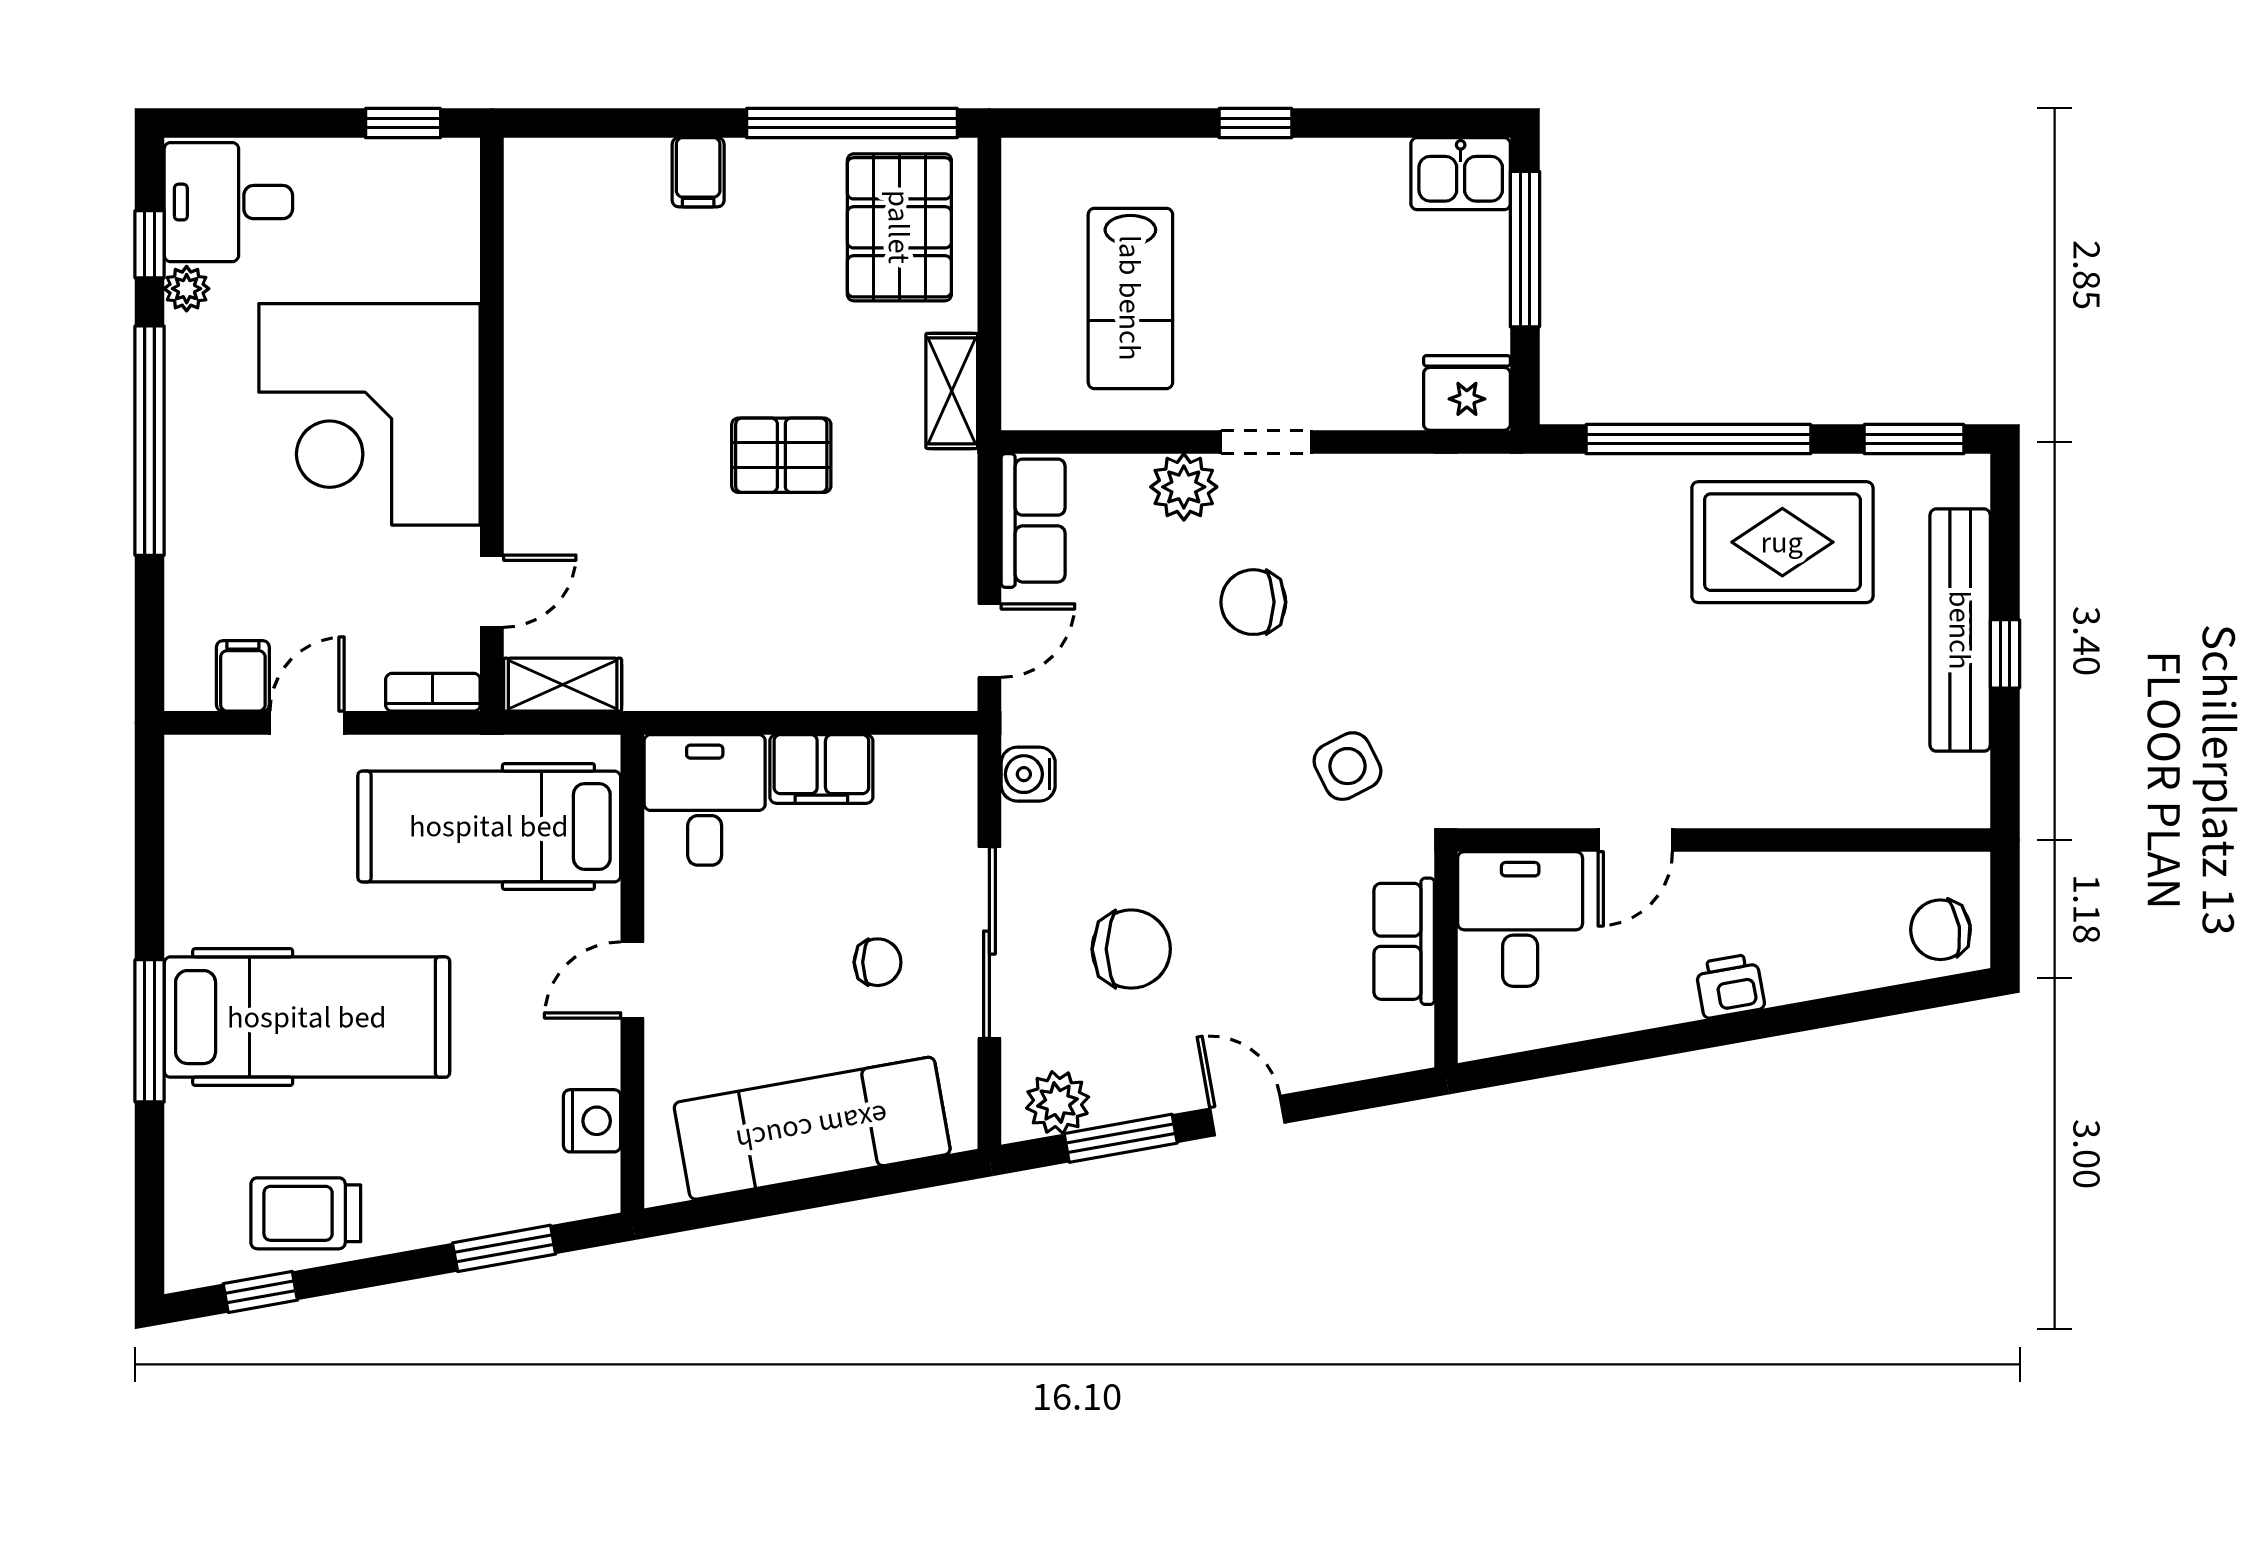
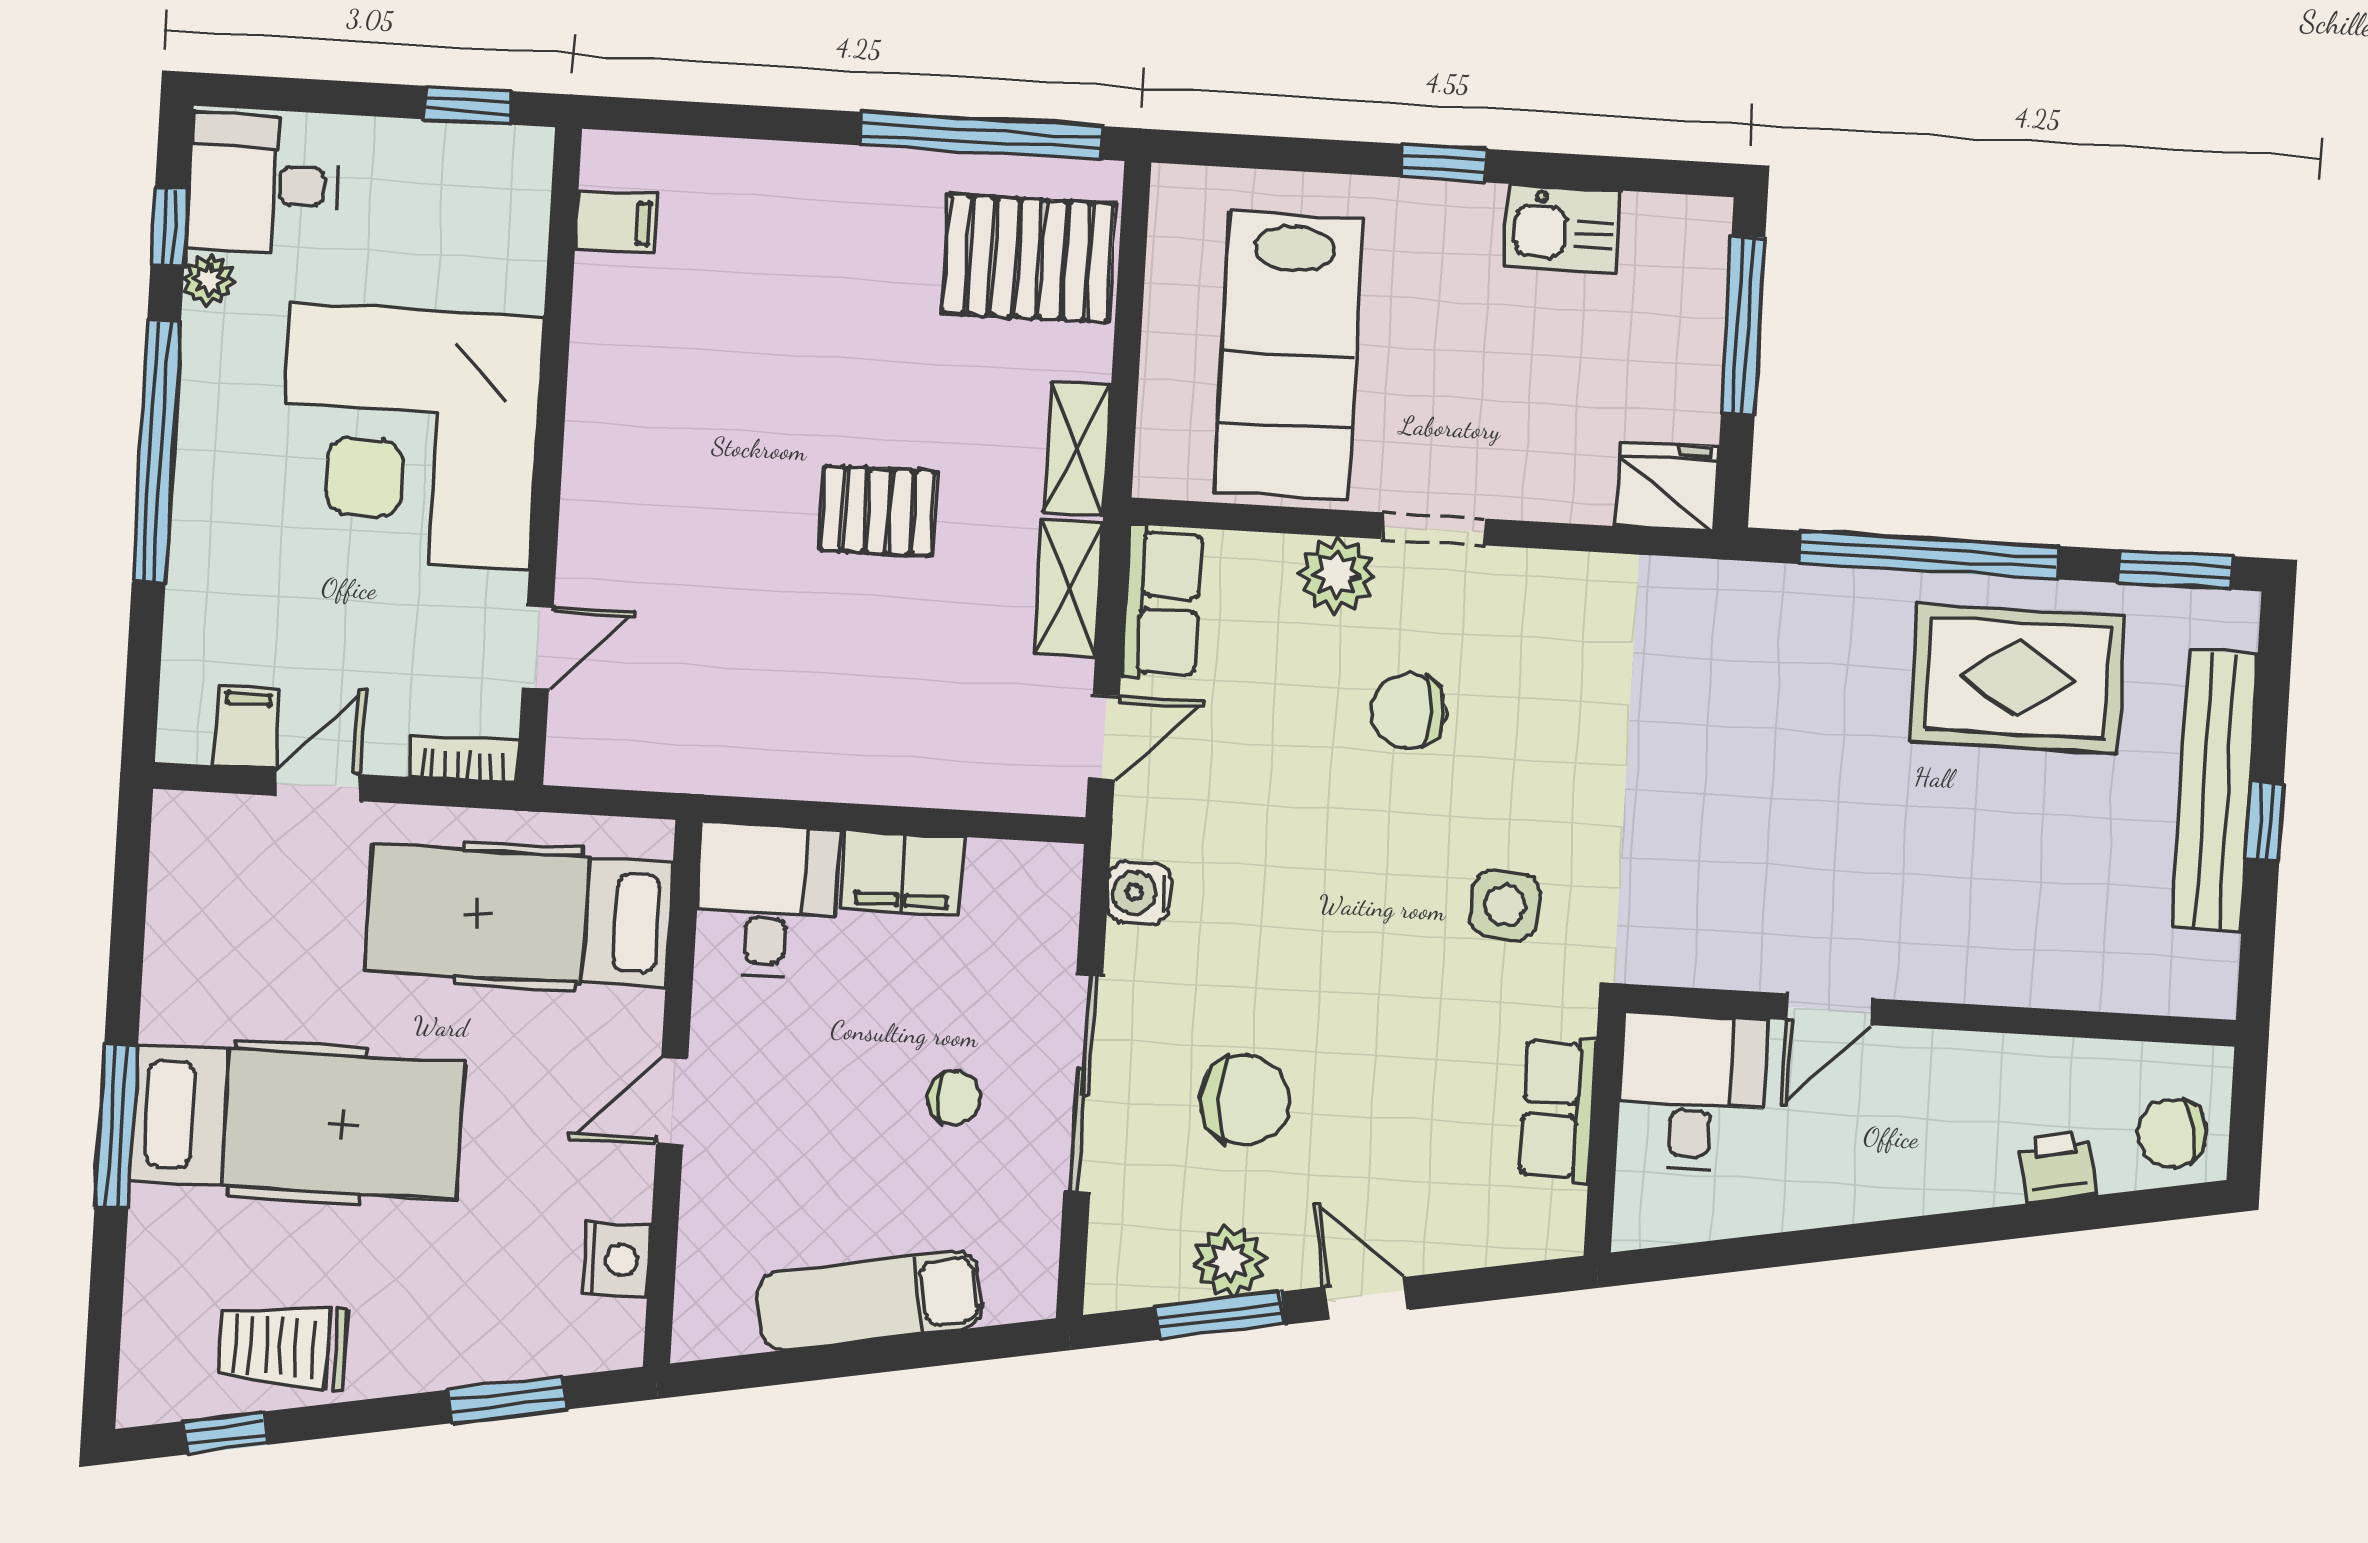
filing cabinet: (698, 172) -> (616, 222), moved, turned -90
kitchen sink: (1461, 174) -> (1563, 228), moved
pallet: (899, 227) -> (1029, 258), turned 90
lab bench: (1130, 298) -> (1288, 355), width x1.36, depth x1.39
shelving: (563, 685) -> (1069, 588), moved, turned 90
side table: (1347, 766) -> (1505, 905), turned 33
printer: (1730, 986) -> (2057, 1167), moved
plant: (1058, 1103) -> (1229, 1261), moved
exam couch: (812, 1128) -> (870, 1301), width x0.73, depth x0.69

